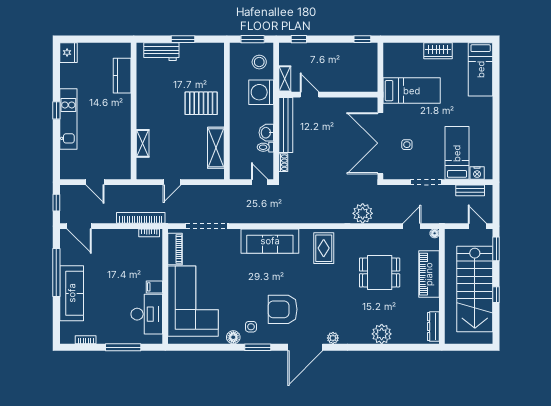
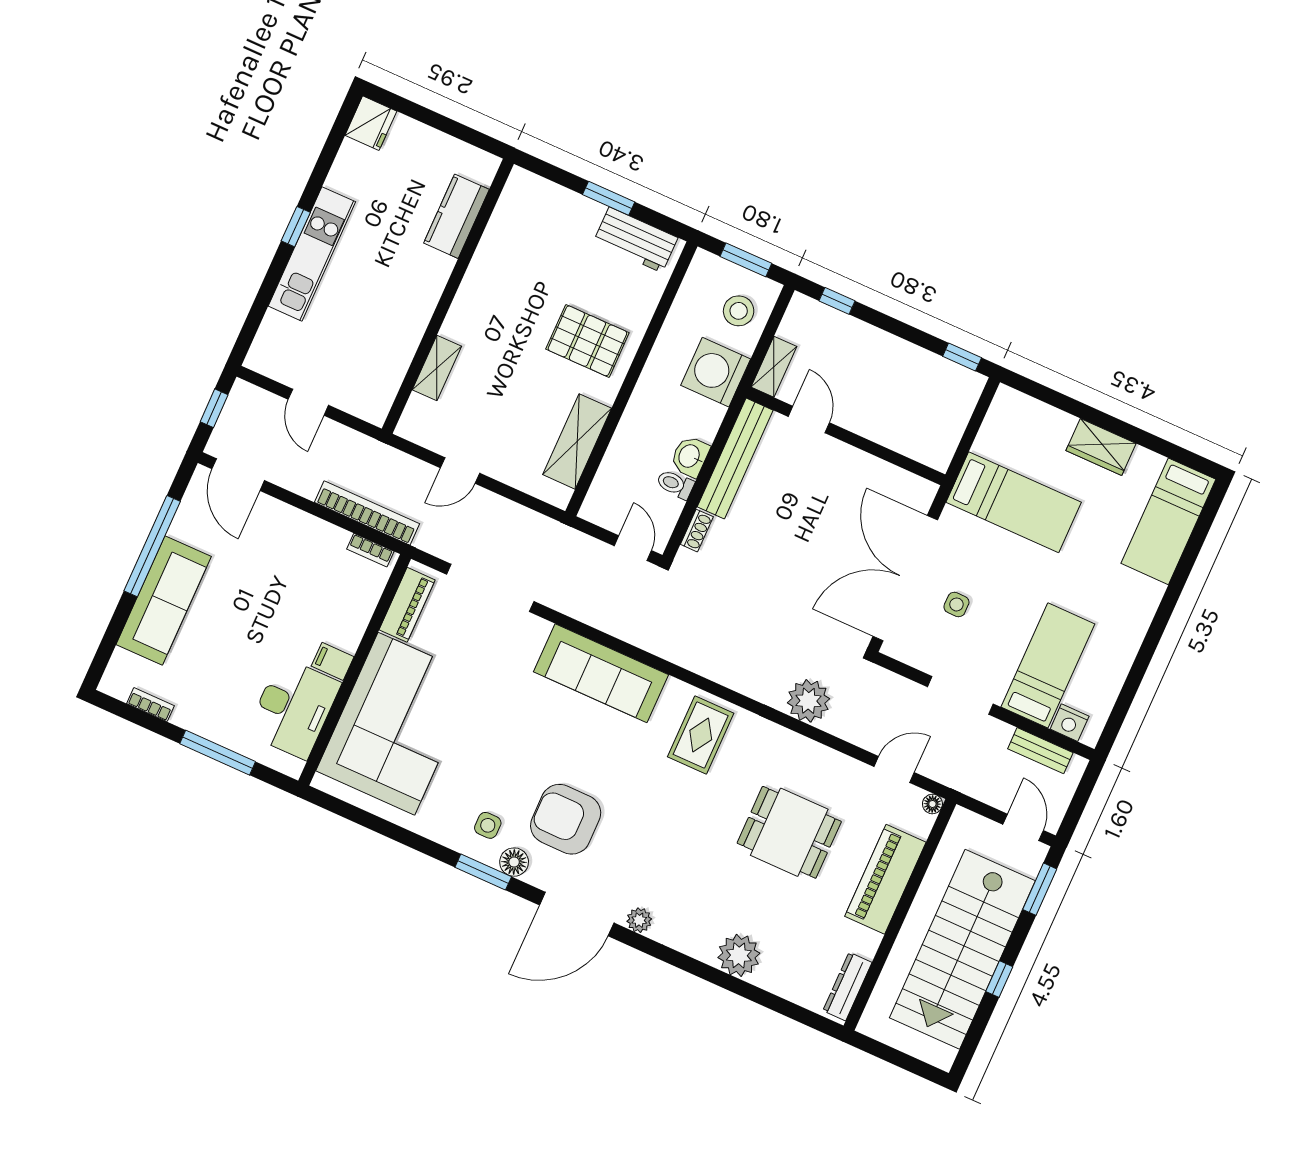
workbench: (161, 52) -> (636, 240), moved
floor lamp: (233, 337) -> (514, 862), moved

